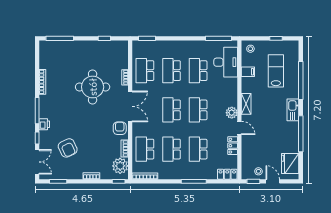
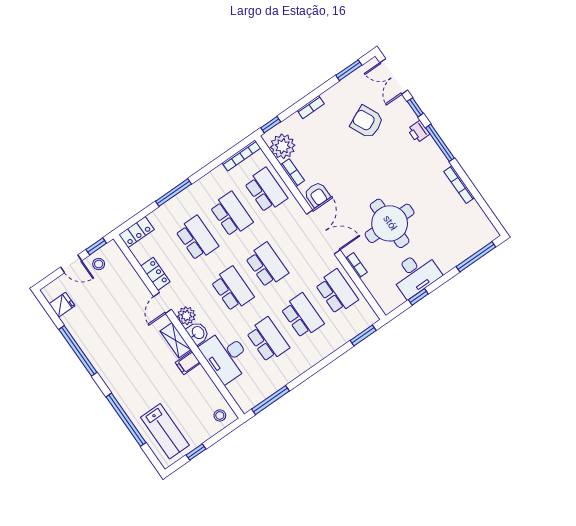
desk: (97, 51) -> (416, 274), added
desk: (226, 62) -> (226, 356), moved
lab bench: (276, 71) -> (165, 431), moved
filing cabinet: (248, 72) -> (188, 363), moved
washbasin: (232, 100) -> (198, 333), added
double door: (130, 106) -> (323, 232), swing flipped
kitchen sink: (293, 110) -> (110, 375), removed
door: (239, 128) -> (162, 303), hinge flipped
fridge: (290, 163) -> (62, 305), width x0.53, depth x0.75

